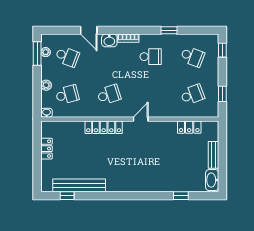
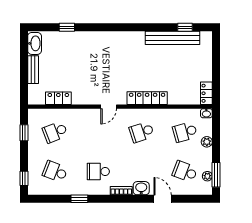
locker: (46, 149) -> (206, 93), moved

